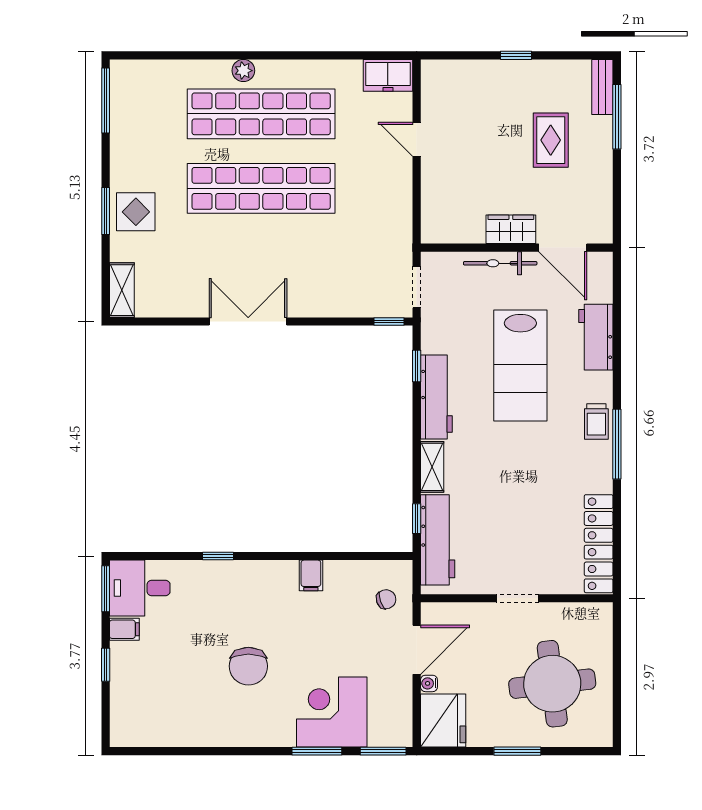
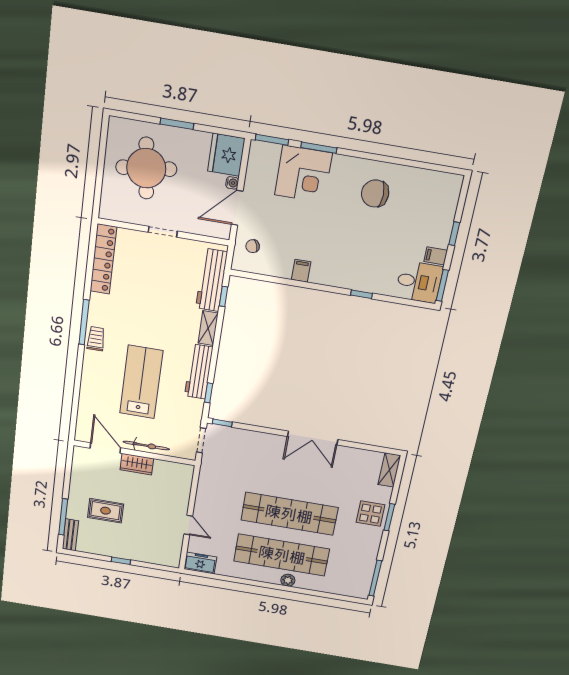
rug: (551, 140) -> (106, 511), turned 90
workbench: (596, 337) -> (90, 391), removed
chair: (248, 666) -> (375, 193), moved, turned -90

